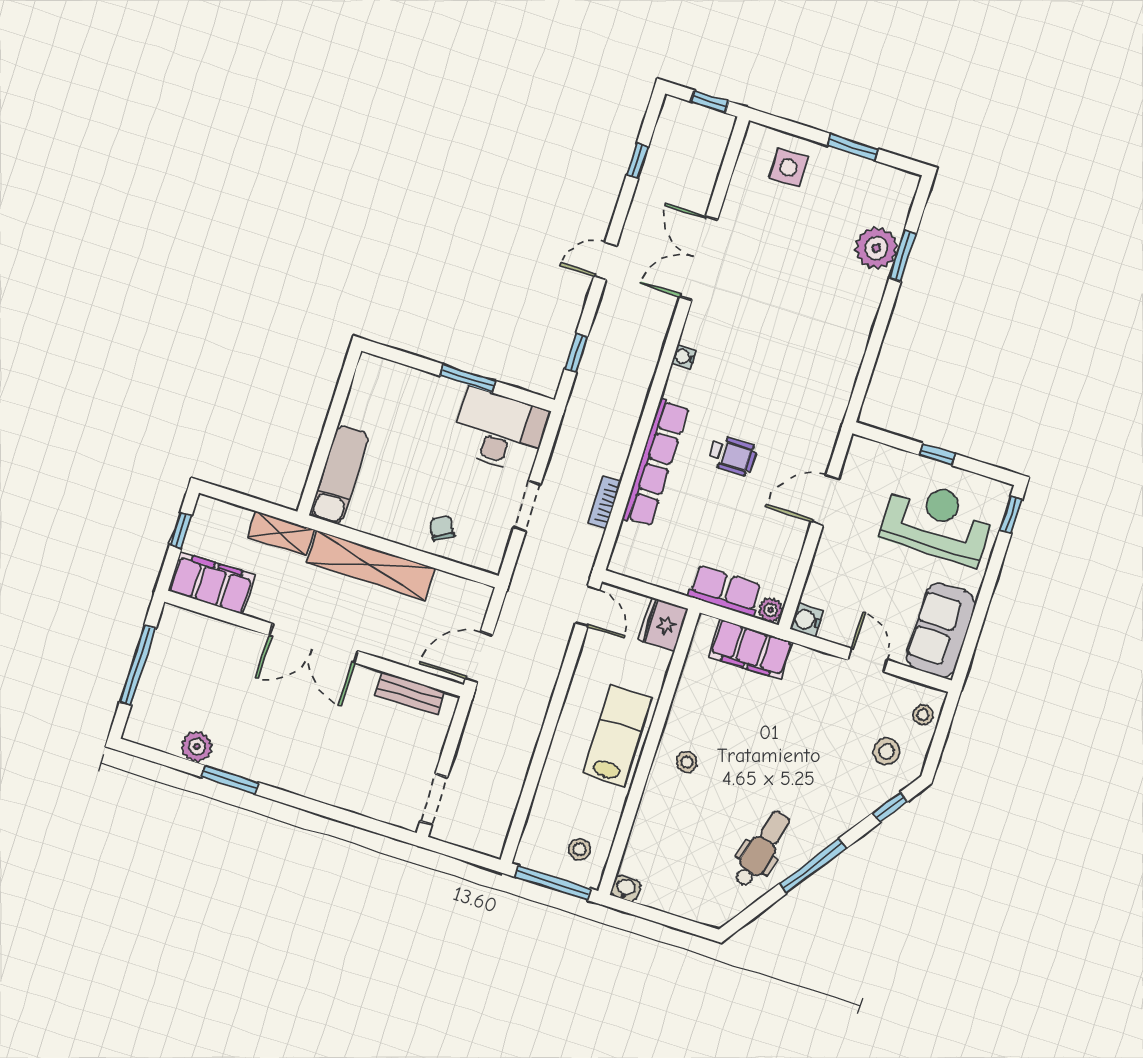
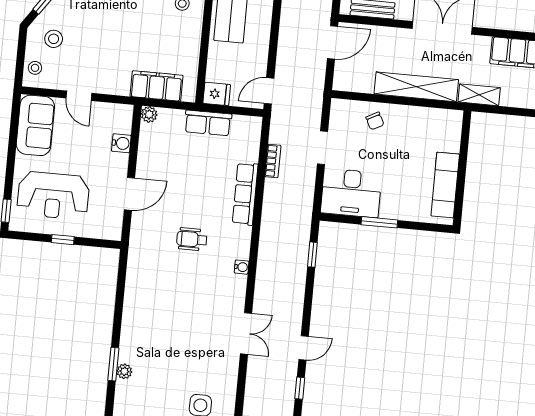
plant: (876, 248) -> (124, 371), width x0.53, depth x0.53
double door: (699, 258) -> (246, 333), width x0.73
door: (605, 261) -> (304, 348), moved
wheelchair: (733, 455) -> (192, 239), moved
row of seats: (655, 463) -> (245, 194), width x0.73
exam couch: (339, 475) -> (445, 185), moved
row of seats: (725, 591) -> (208, 123), moved
door: (588, 606) -> (269, 91), hinge flipped
water cooler: (807, 620) -> (121, 143), moved
fridge: (663, 624) -> (217, 94), width x0.72

